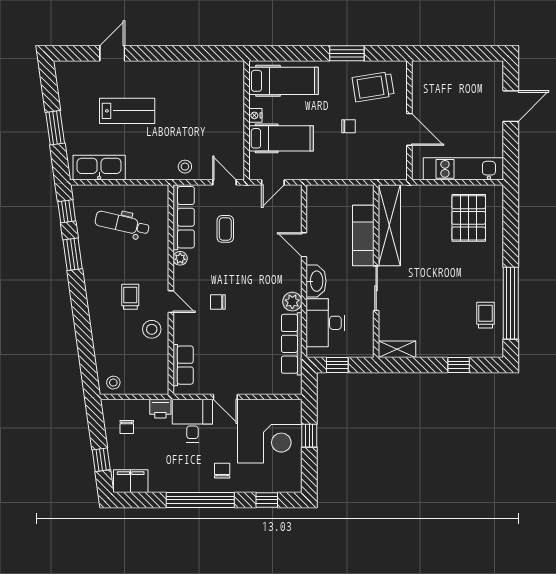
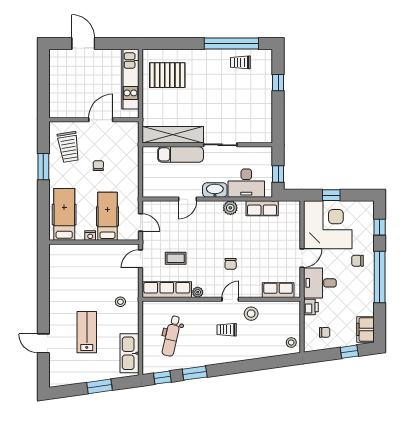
stool: (185, 167) -> (120, 302), moved
row of seats: (292, 344) -> (262, 208), width x0.68
shelving: (397, 349) -> (266, 129), removed

